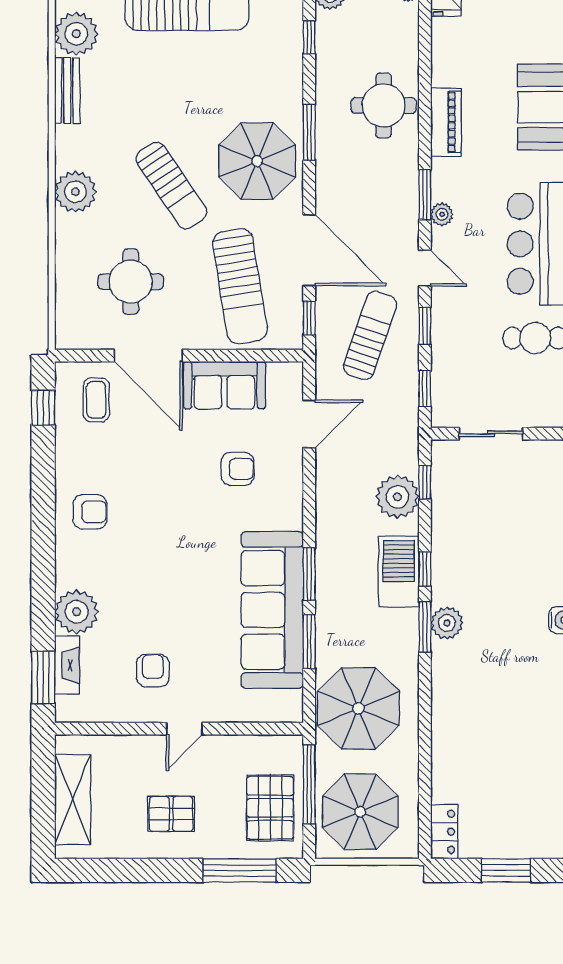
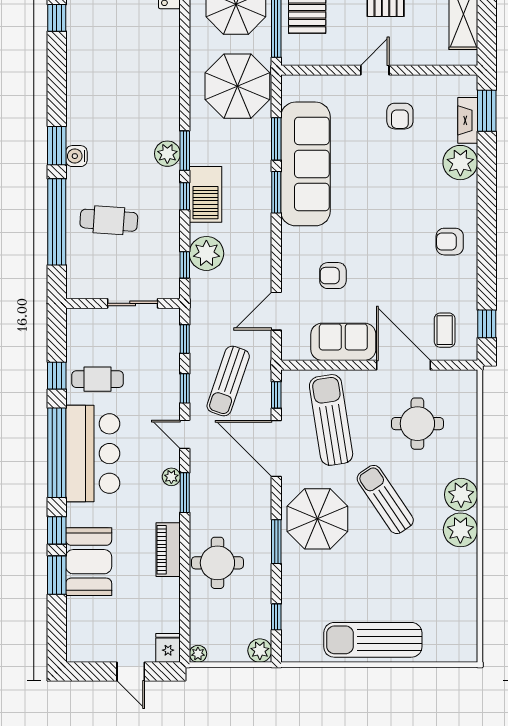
plant: (76, 34) -> (460, 530), moved
bench: (67, 90) -> (468, 575), removed
cafe table: (521, 539) -> (109, 220), added

